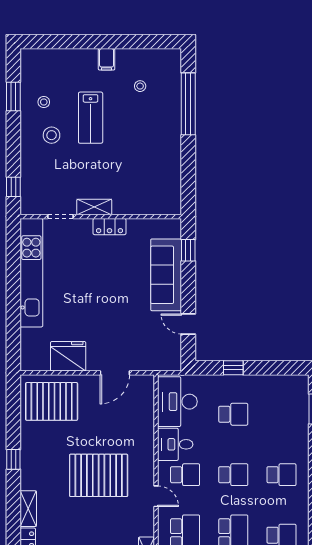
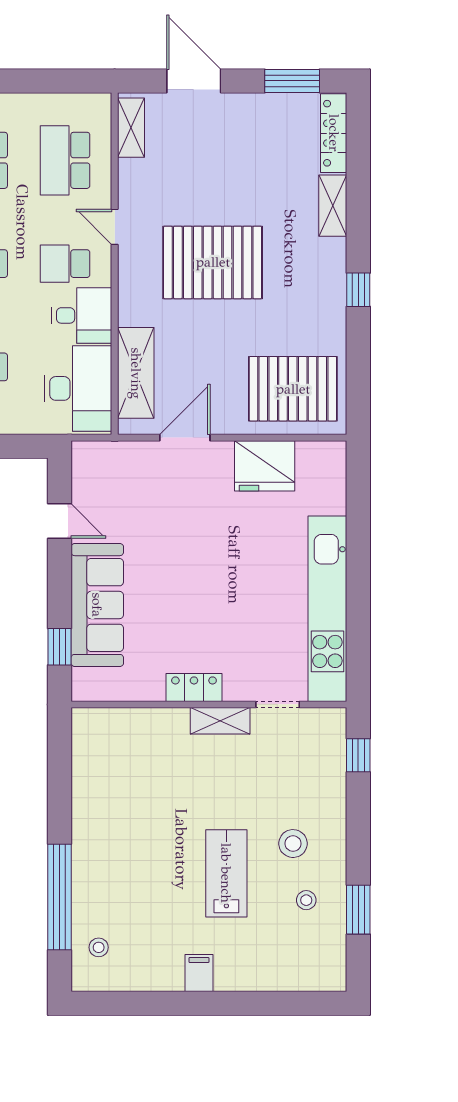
stool: (140, 86) -> (99, 947), moved
shelving: (144, 411) -> (136, 373), added

